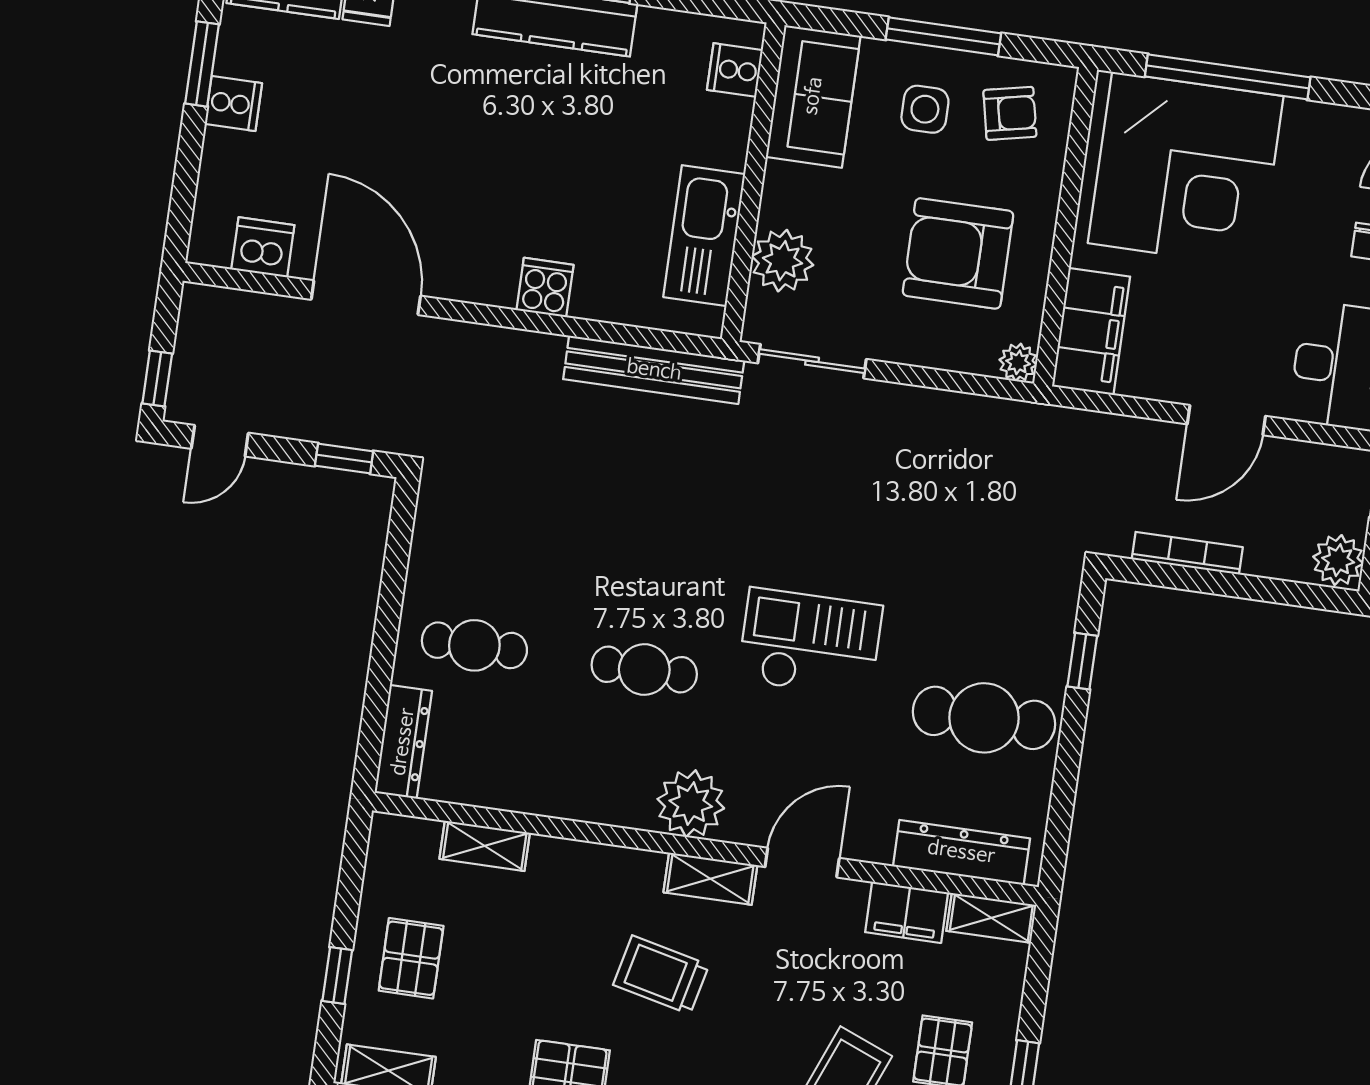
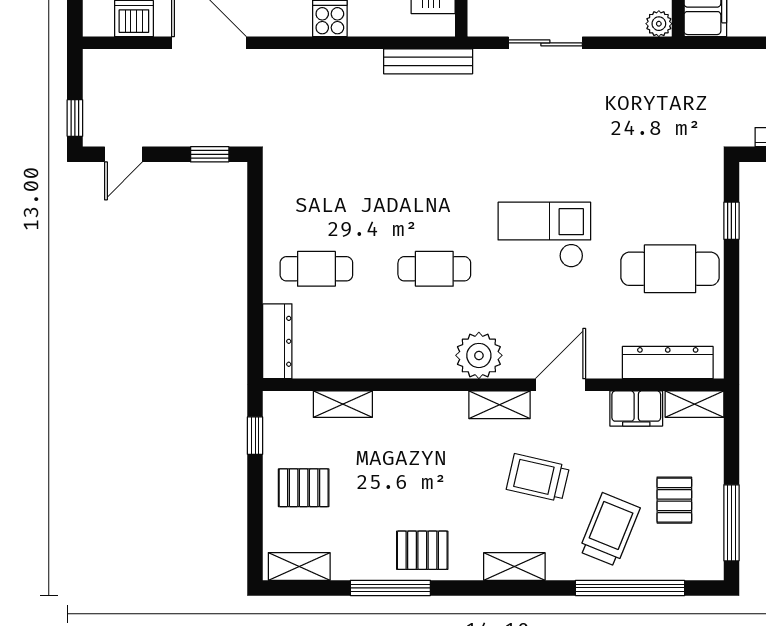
sliding door: (812, 361) -> (545, 43), moved
bench: (654, 370) -> (428, 61), width x0.73, depth x0.82
pallet: (411, 958) -> (304, 488), turned 90
trolley: (661, 975) -> (538, 478), moved
window: (337, 976) -> (255, 436), moved

